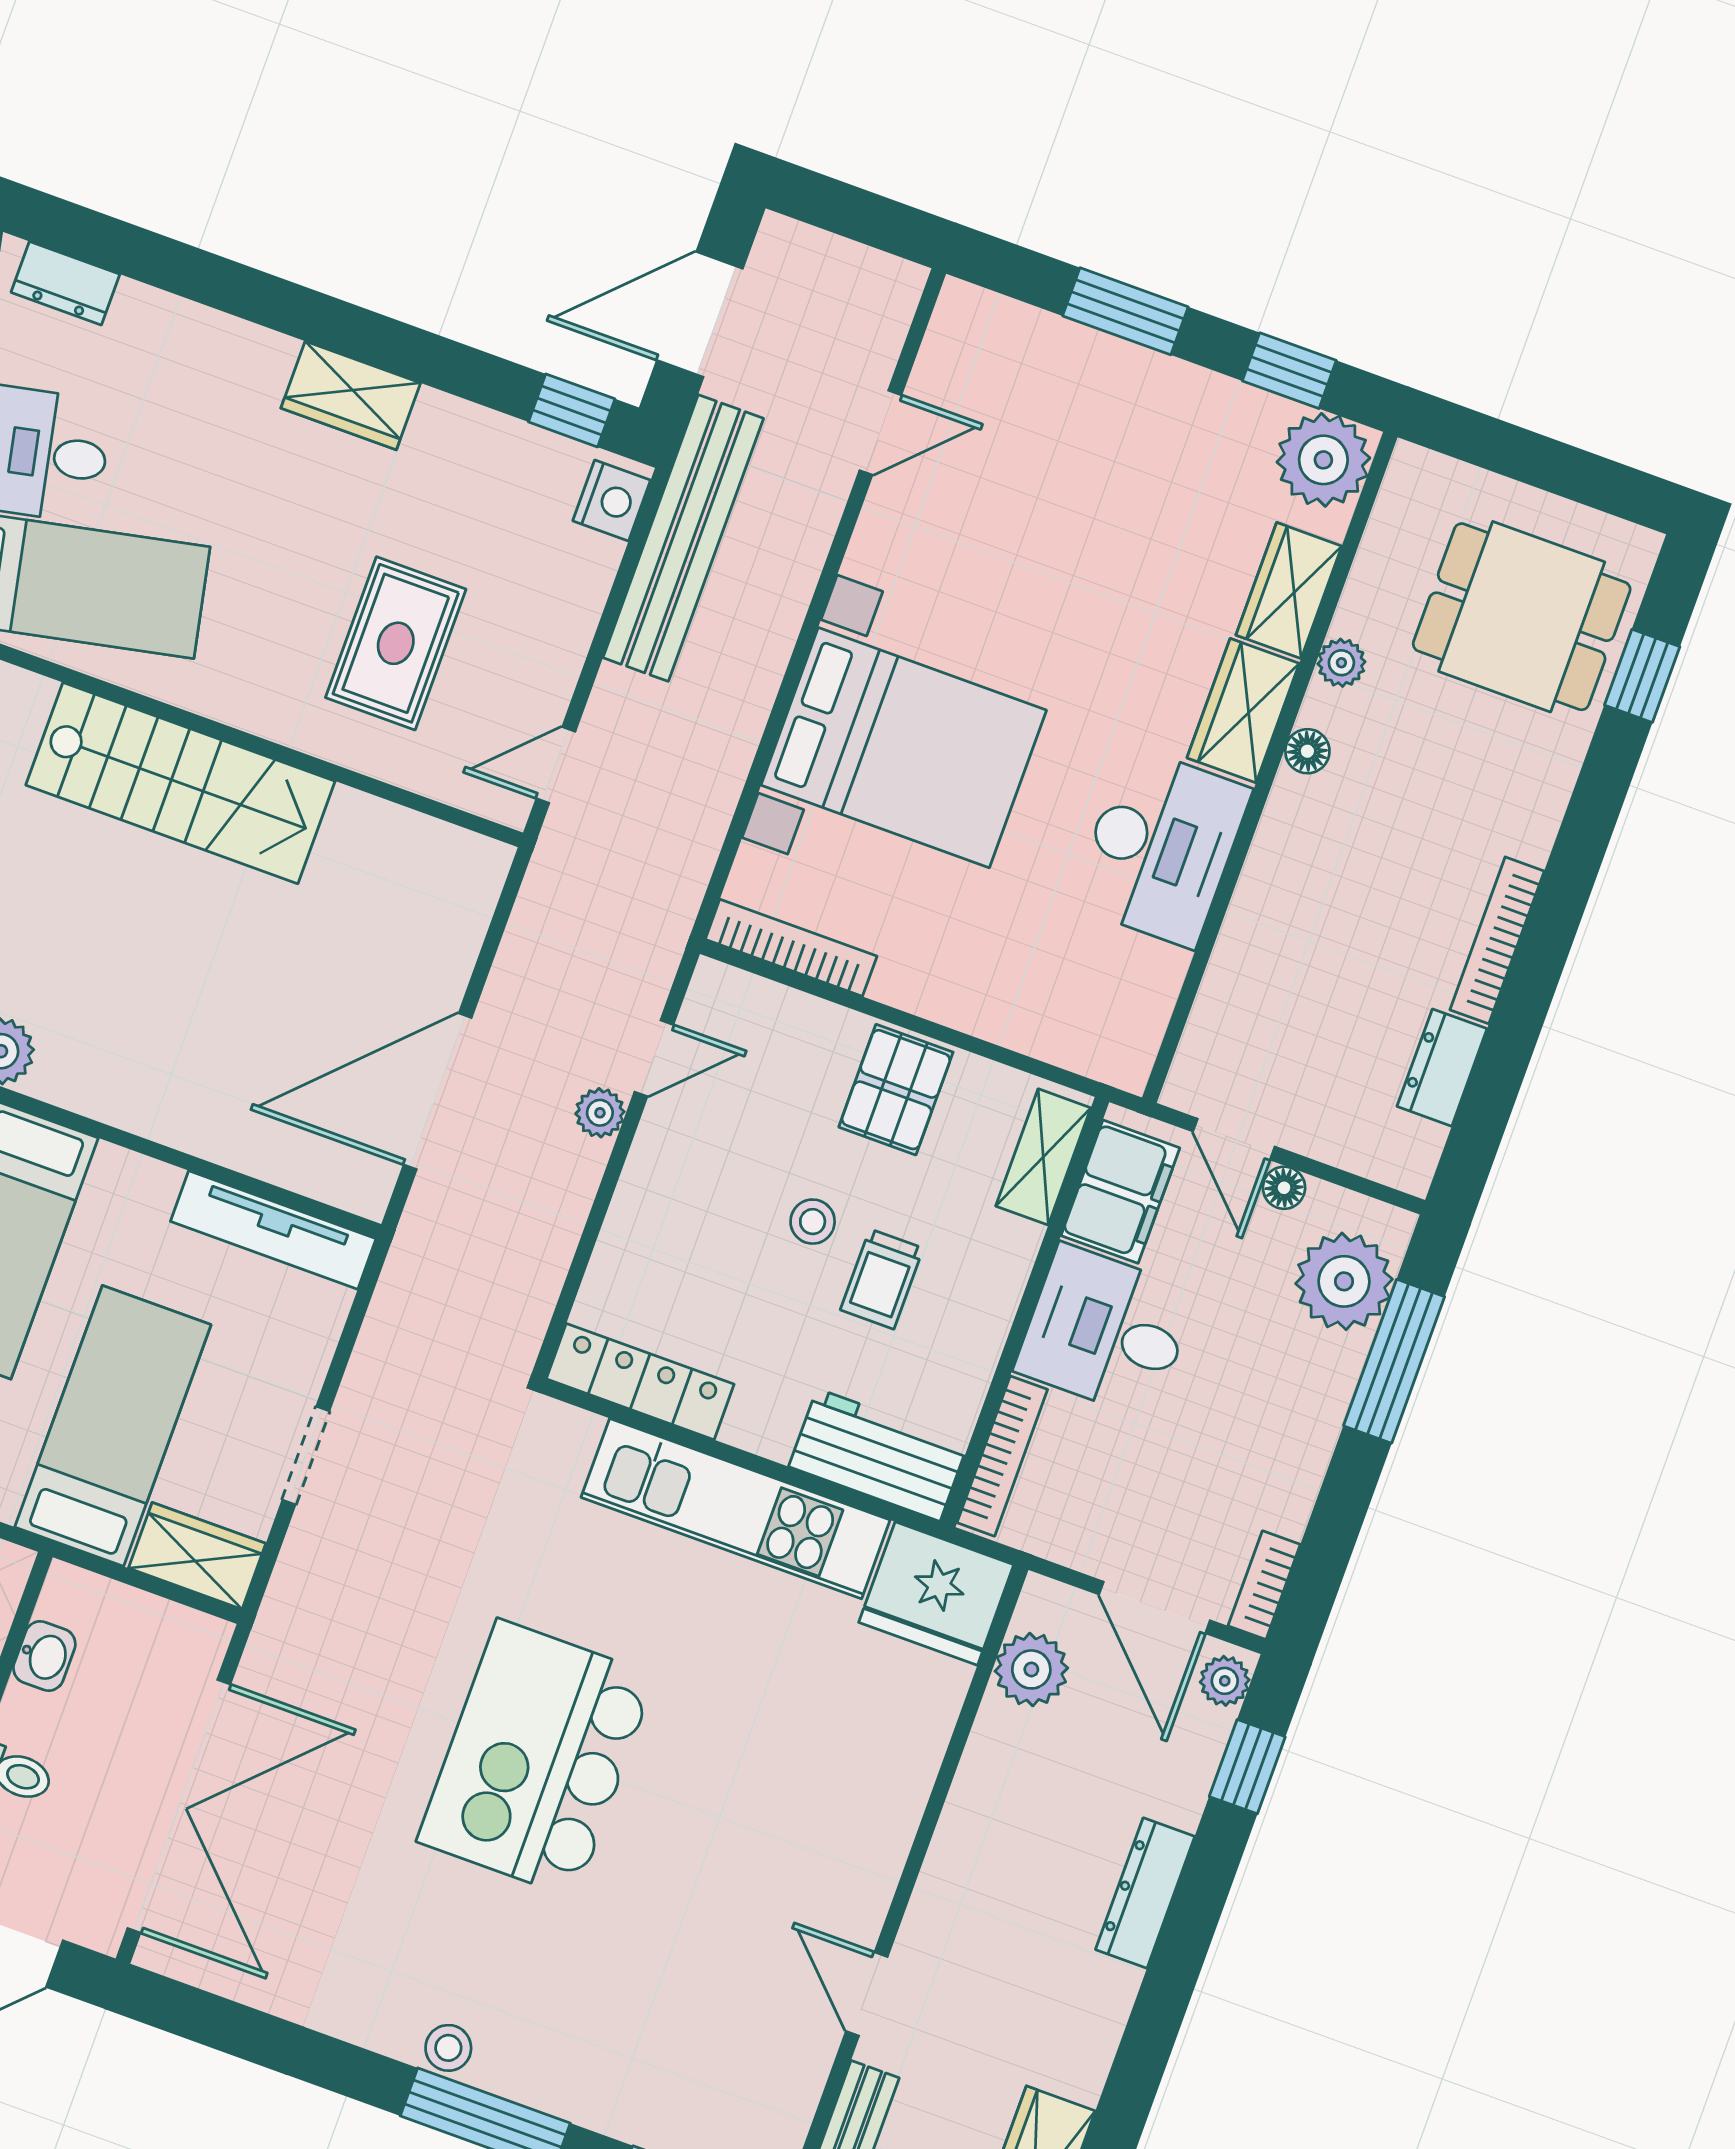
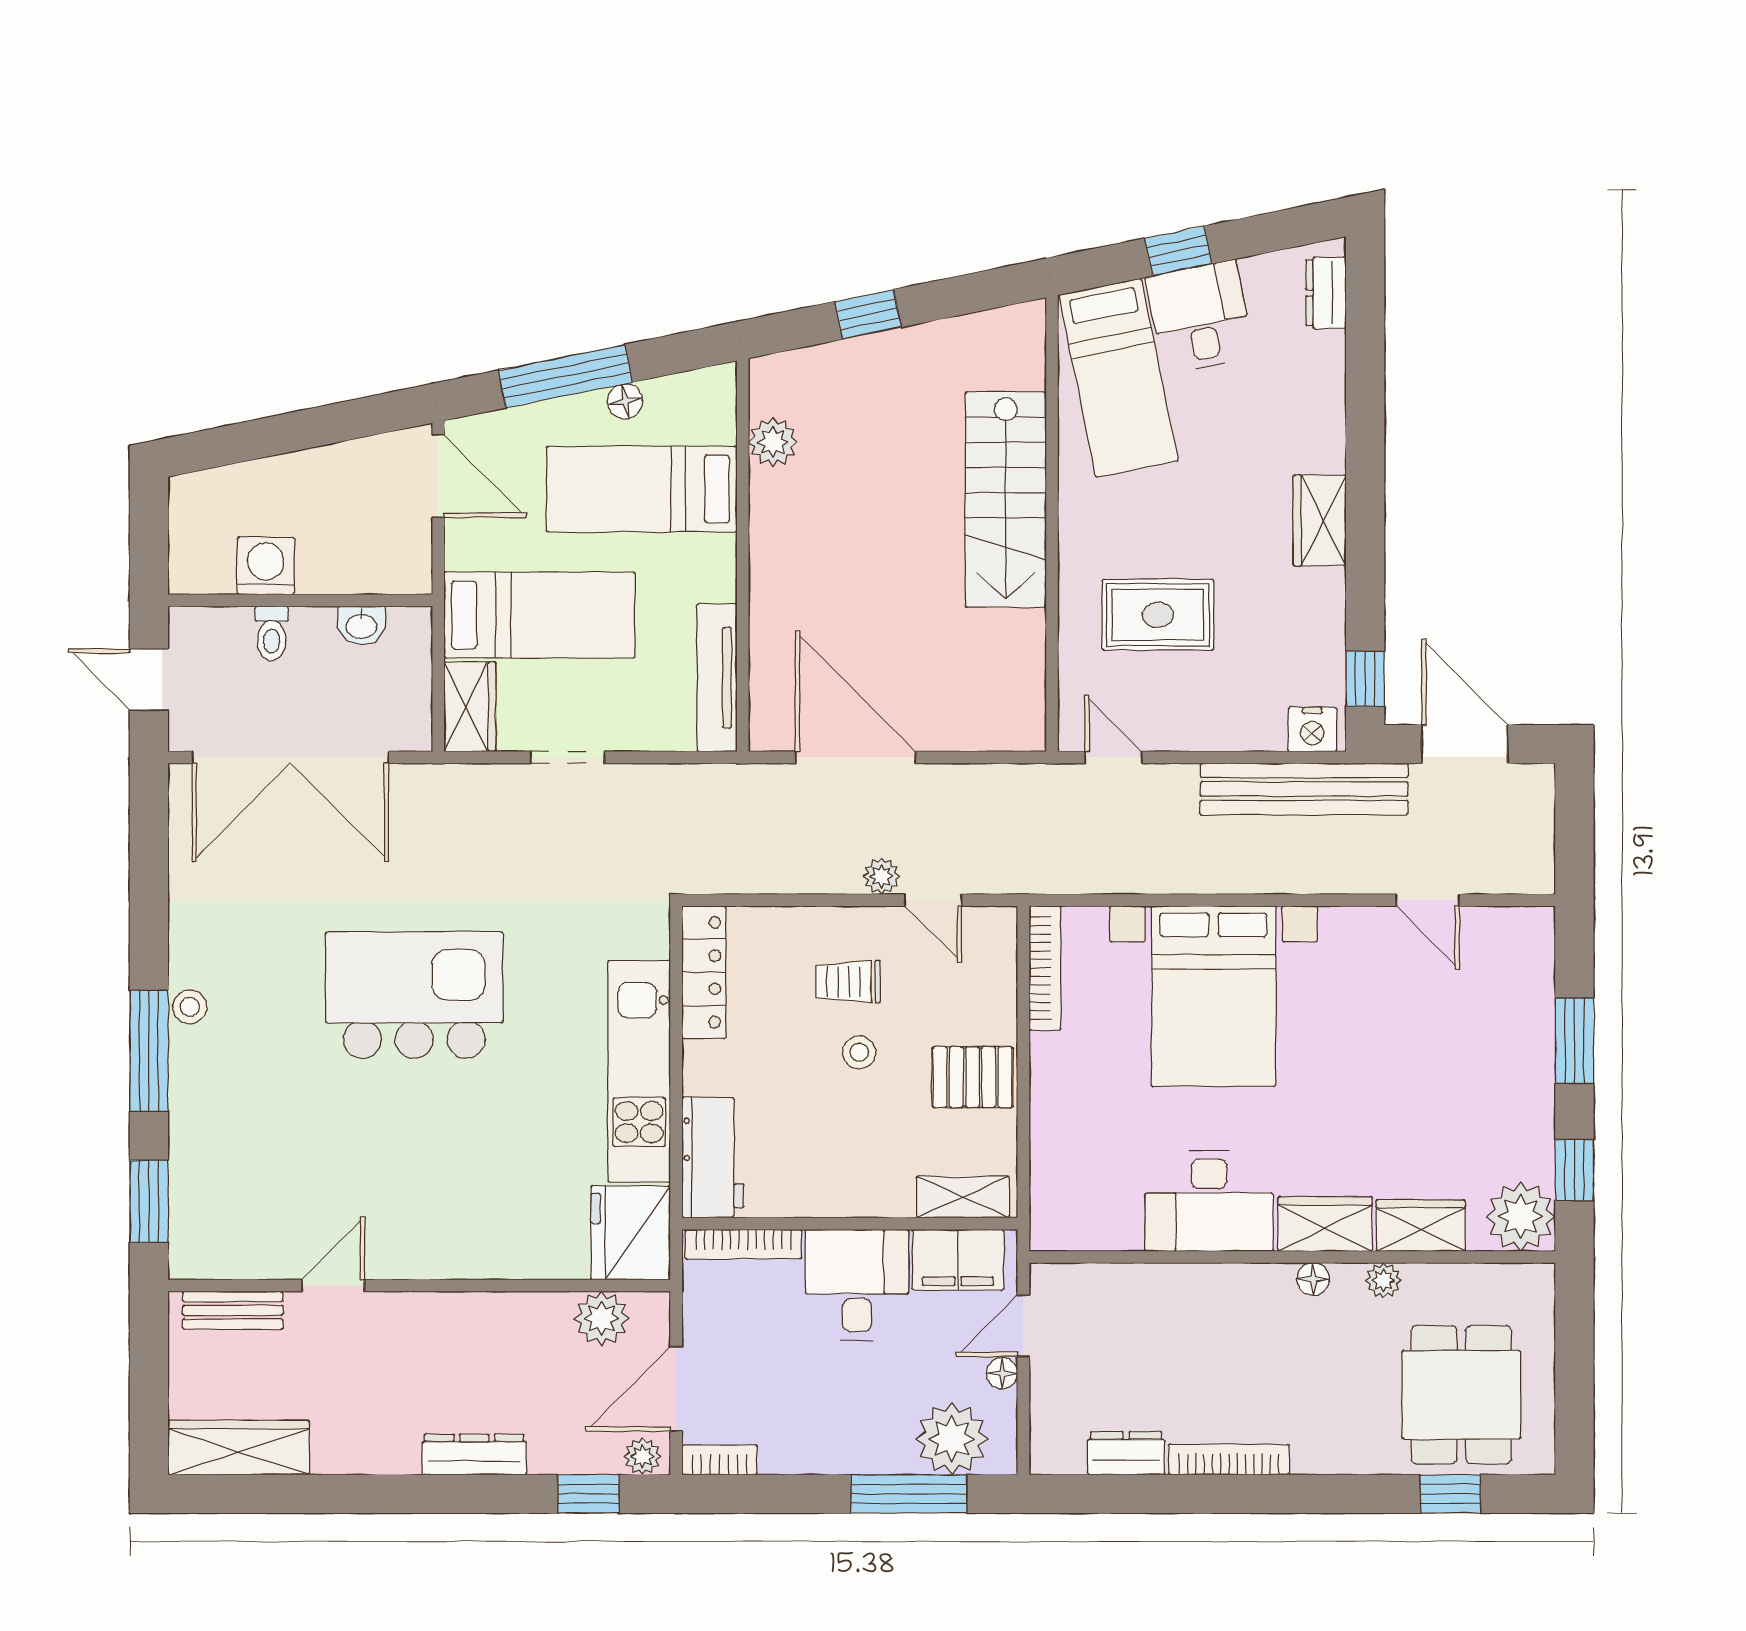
trolley: (882, 1279) -> (848, 982), moved

